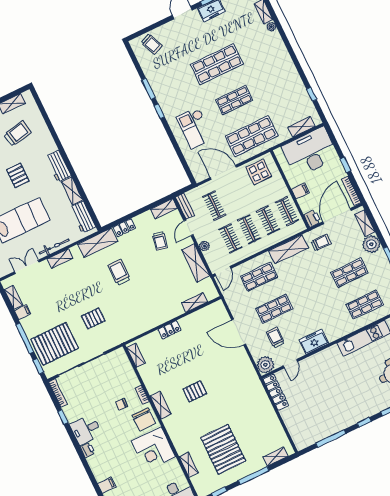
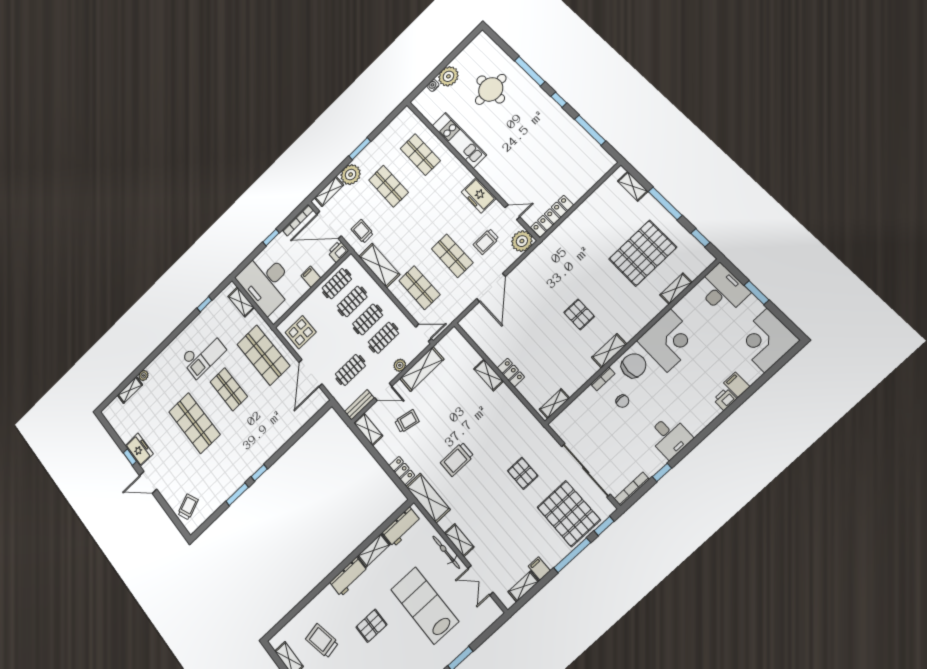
checkout: (195, 128) -> (203, 354), moved
shelving: (195, 302) -> (489, 375), moved
printer: (88, 450) -> (725, 399), moved

